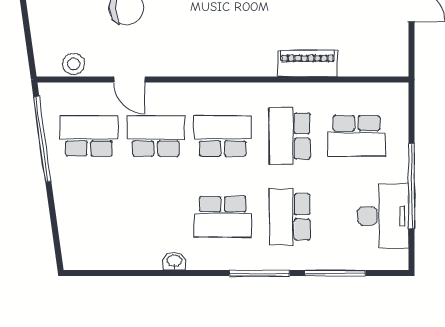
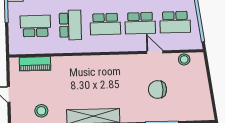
piano: (308, 63) -> (35, 64), moved

